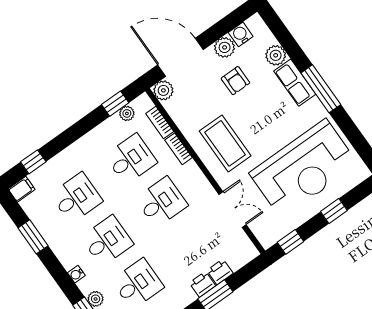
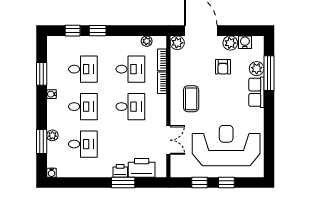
window: (321, 89) -> (269, 73), moved
window: (115, 104) -> (98, 31), moved
coffee table: (225, 143) -> (191, 99), width x0.73, depth x0.76
reception desk: (304, 169) -> (226, 146), turned 180
filing cabinet: (22, 189) -> (55, 42), removed
window: (291, 242) -> (199, 183), moved
printer: (220, 272) -> (142, 168), width x1.87, depth x1.48
water cooler: (76, 274) -> (51, 94), moved

